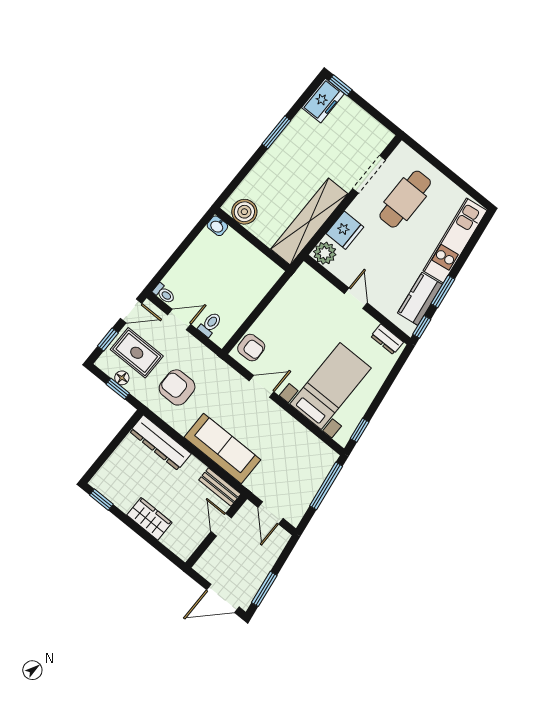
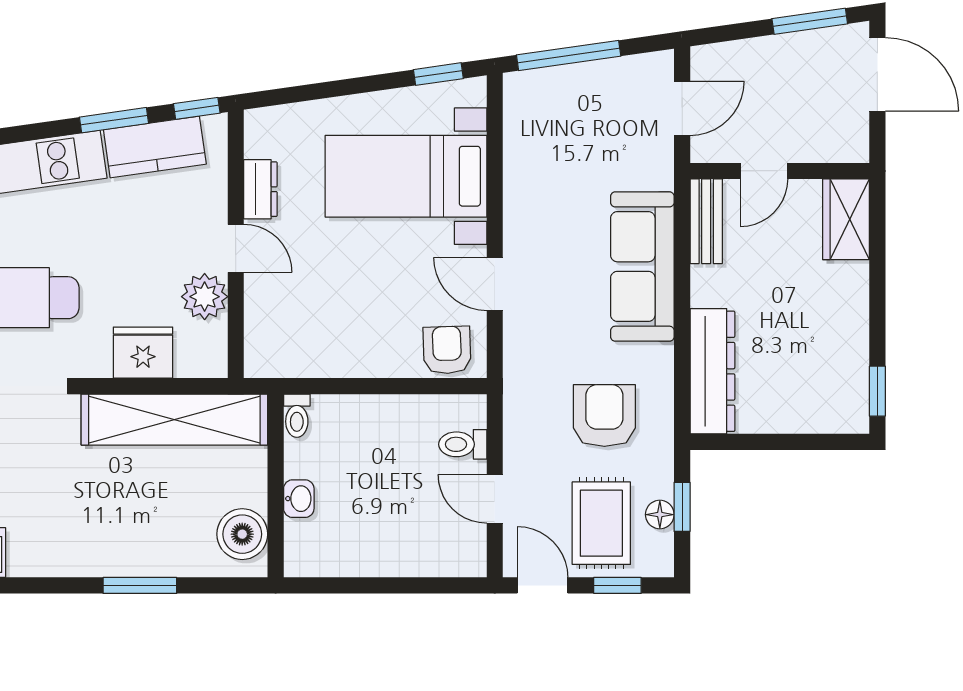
window: (276, 132) -> (140, 585), moved
washbasin: (217, 226) -> (299, 499), moved
plant: (325, 253) -> (205, 297), moved
toilet: (164, 294) -> (297, 416), moved, turned 180
door: (356, 298) -> (236, 248), swing flipped
dresser: (387, 339) -> (260, 189), moved
armchair: (177, 387) -> (604, 416), turned 180
wardrobe: (149, 519) -> (846, 219), moved

